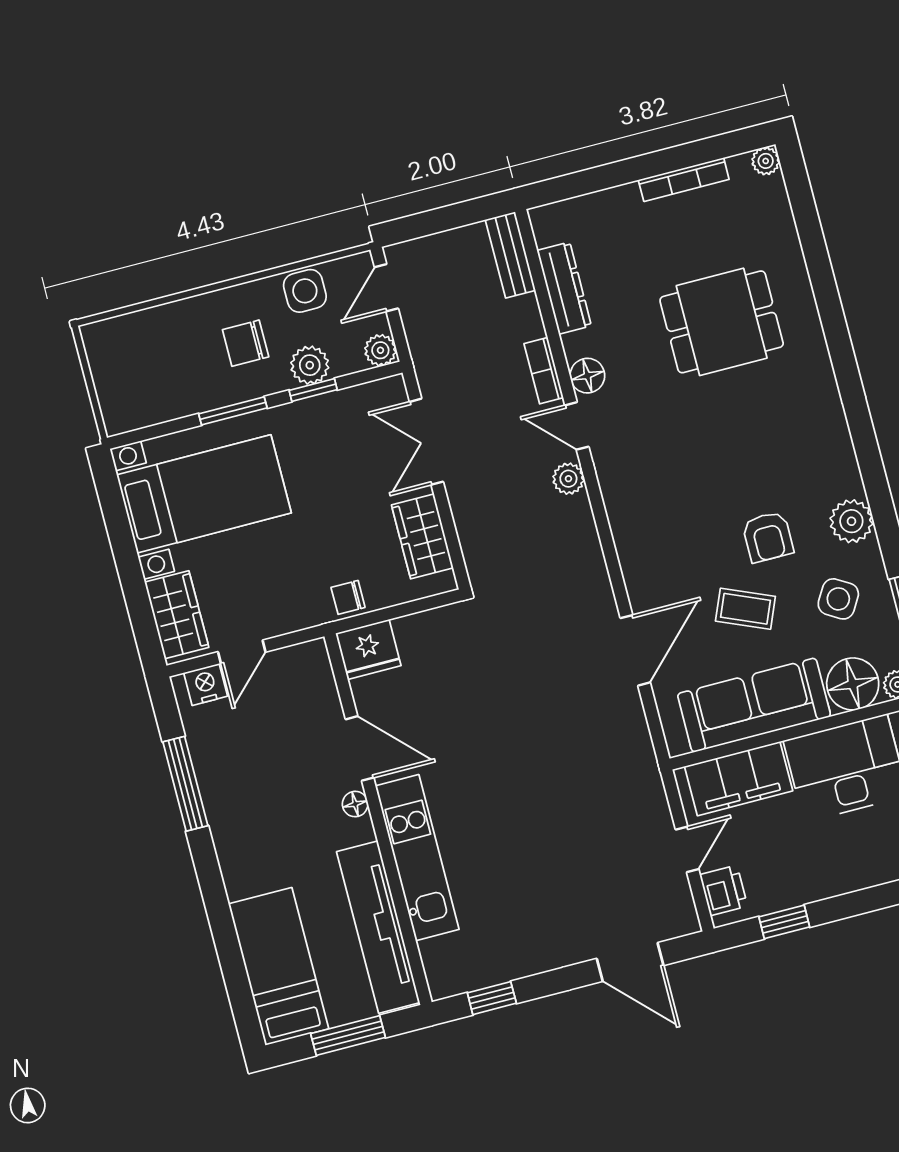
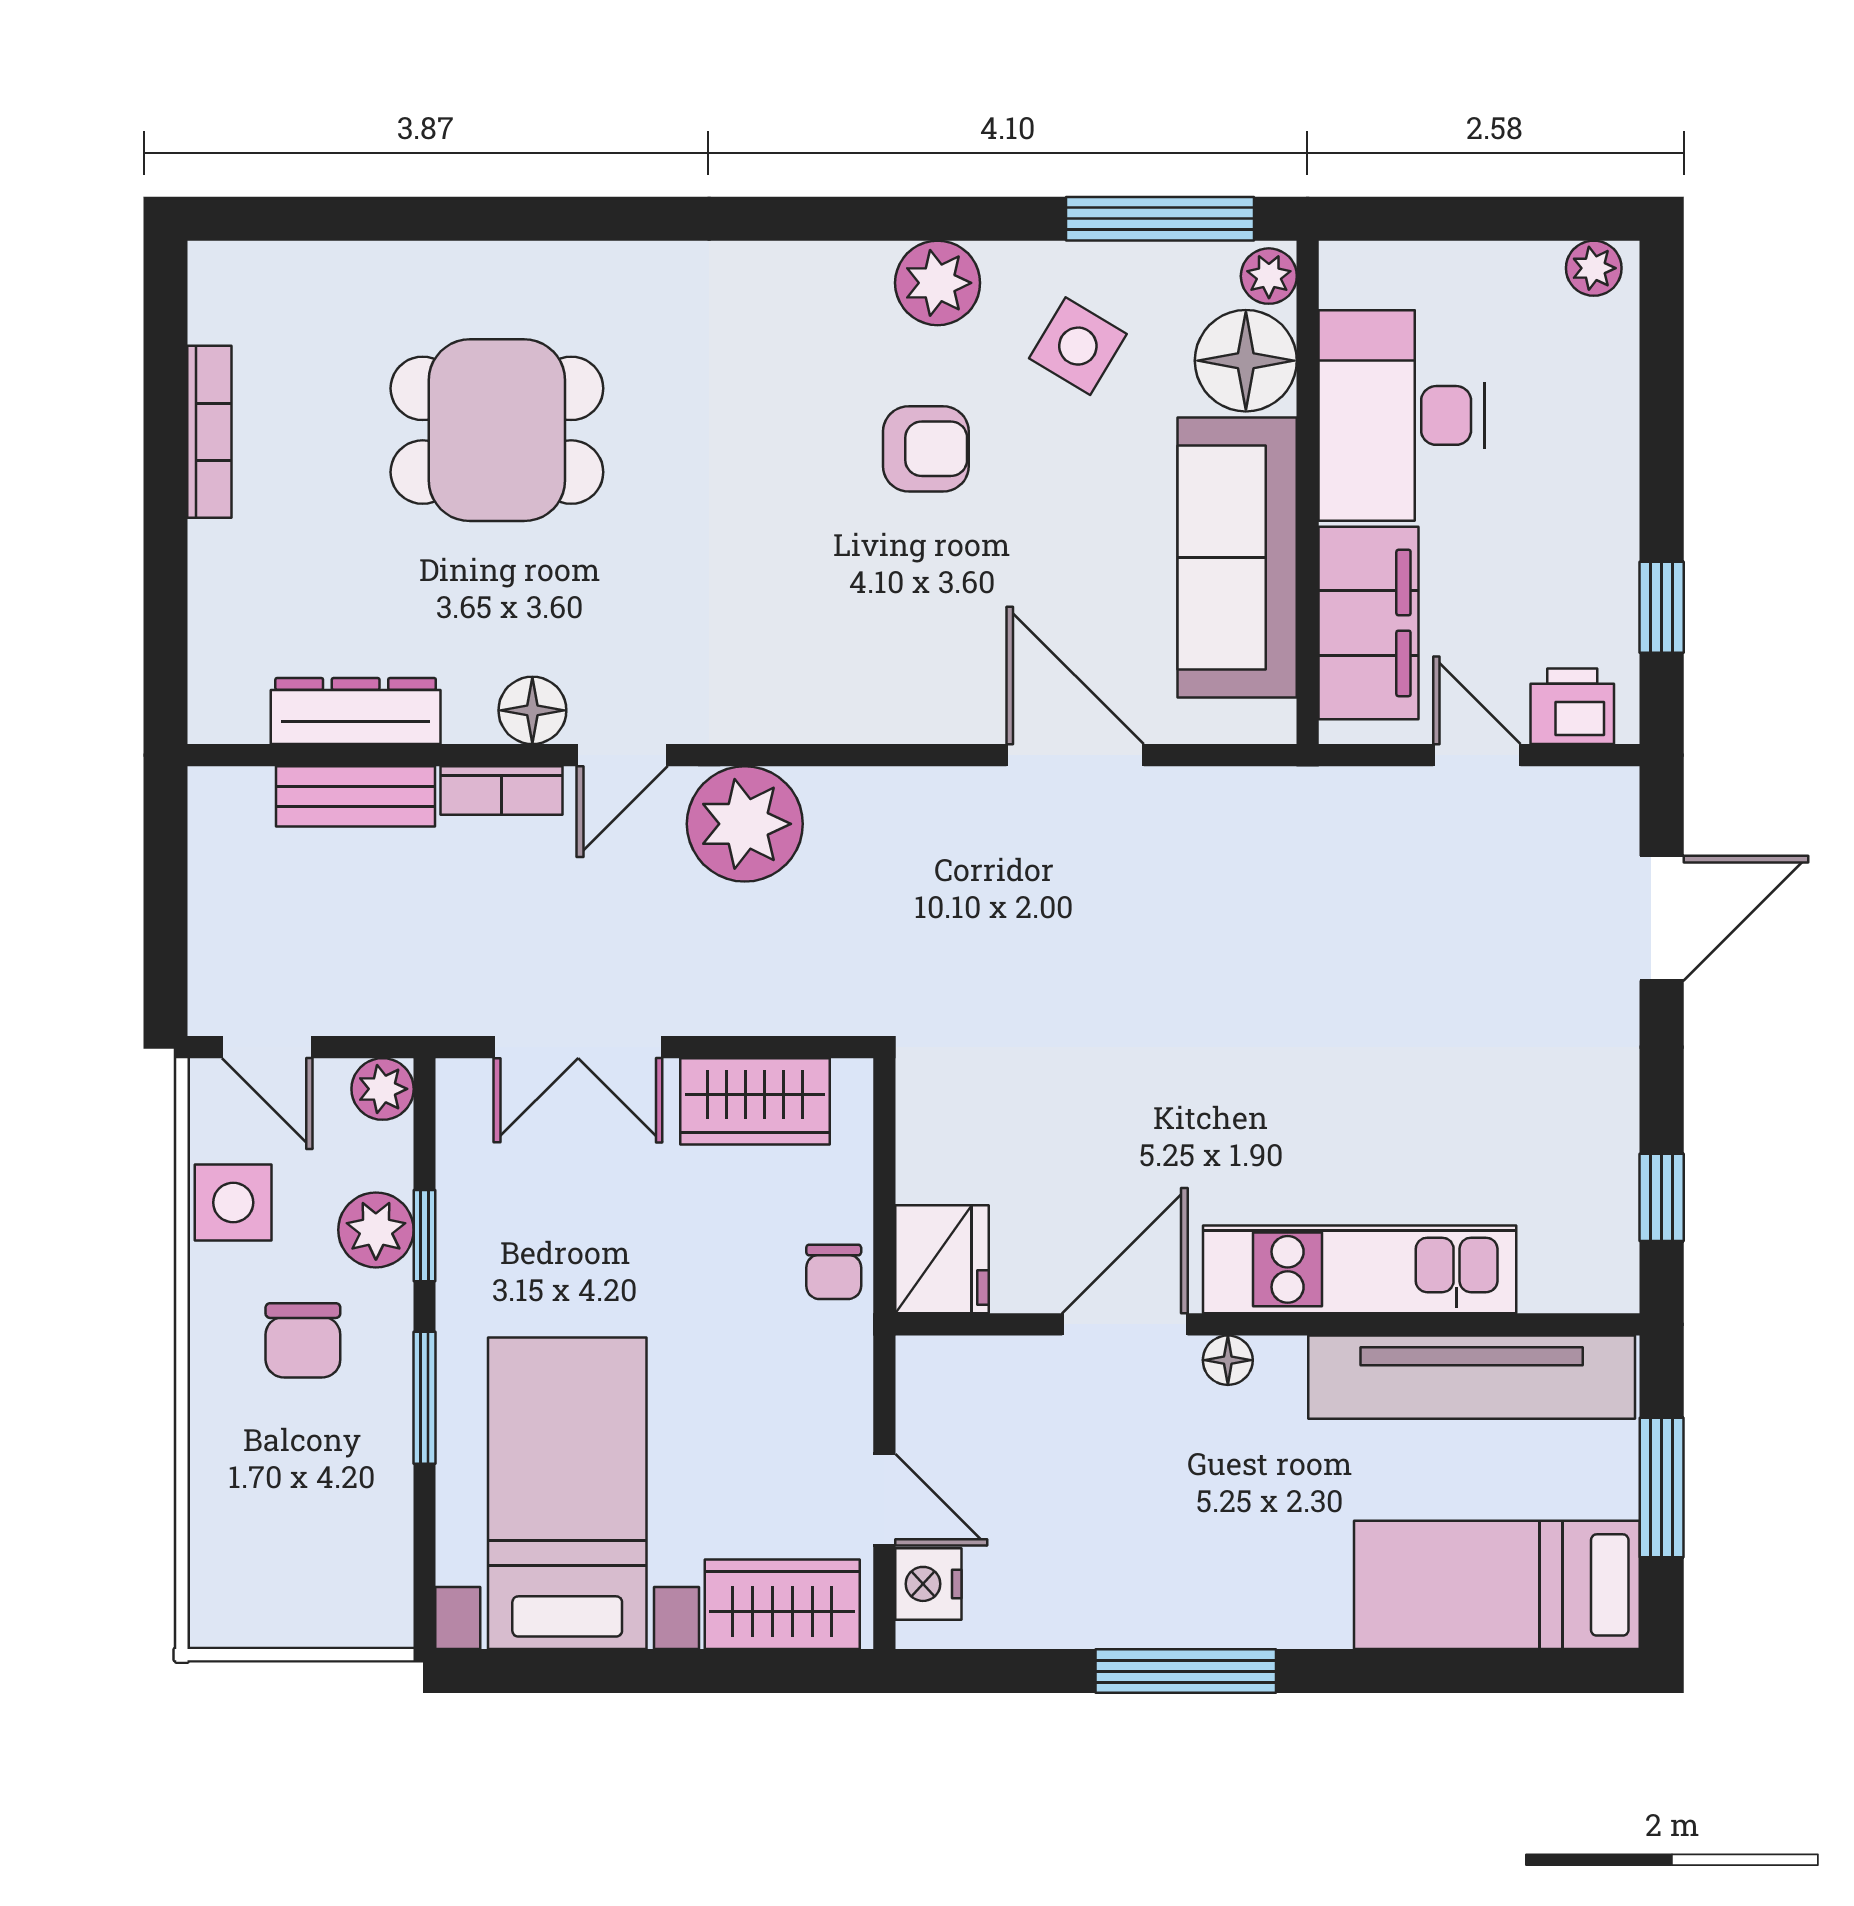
plant: (766, 161) -> (214, 268), removed
bench: (510, 255) -> (355, 796), moved
dining table: (722, 322) -> (497, 430), turned 90
plant: (568, 479) -> (745, 824), width x1.88, depth x1.88
coffee table: (745, 609) -> (1051, 526), removed
window: (185, 784) -> (1186, 1671), moved

